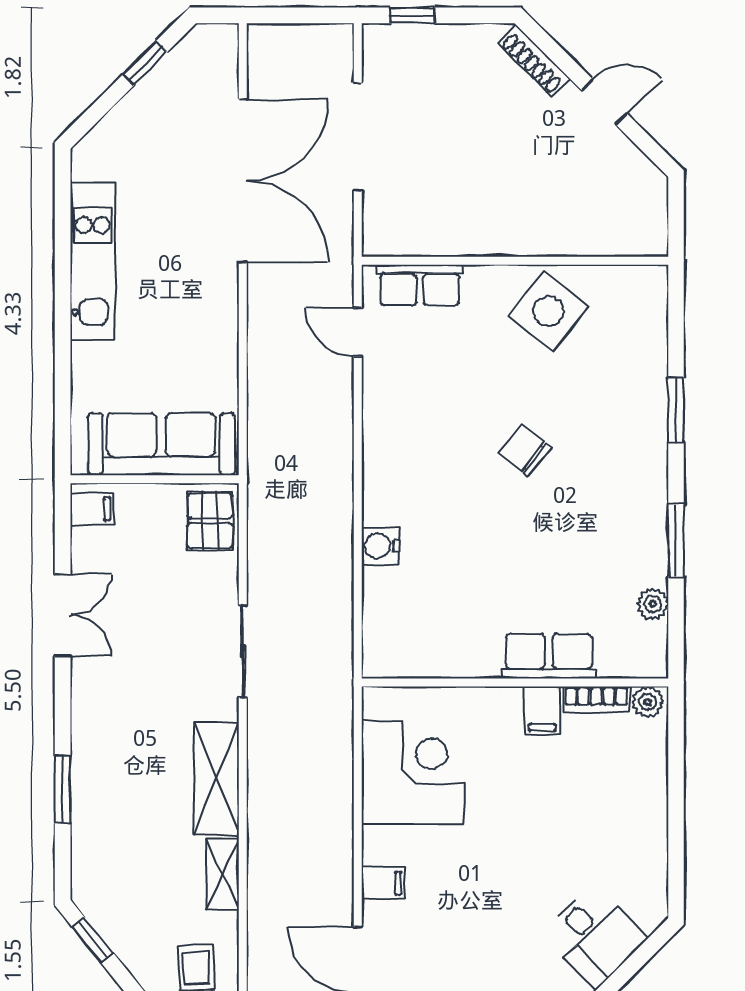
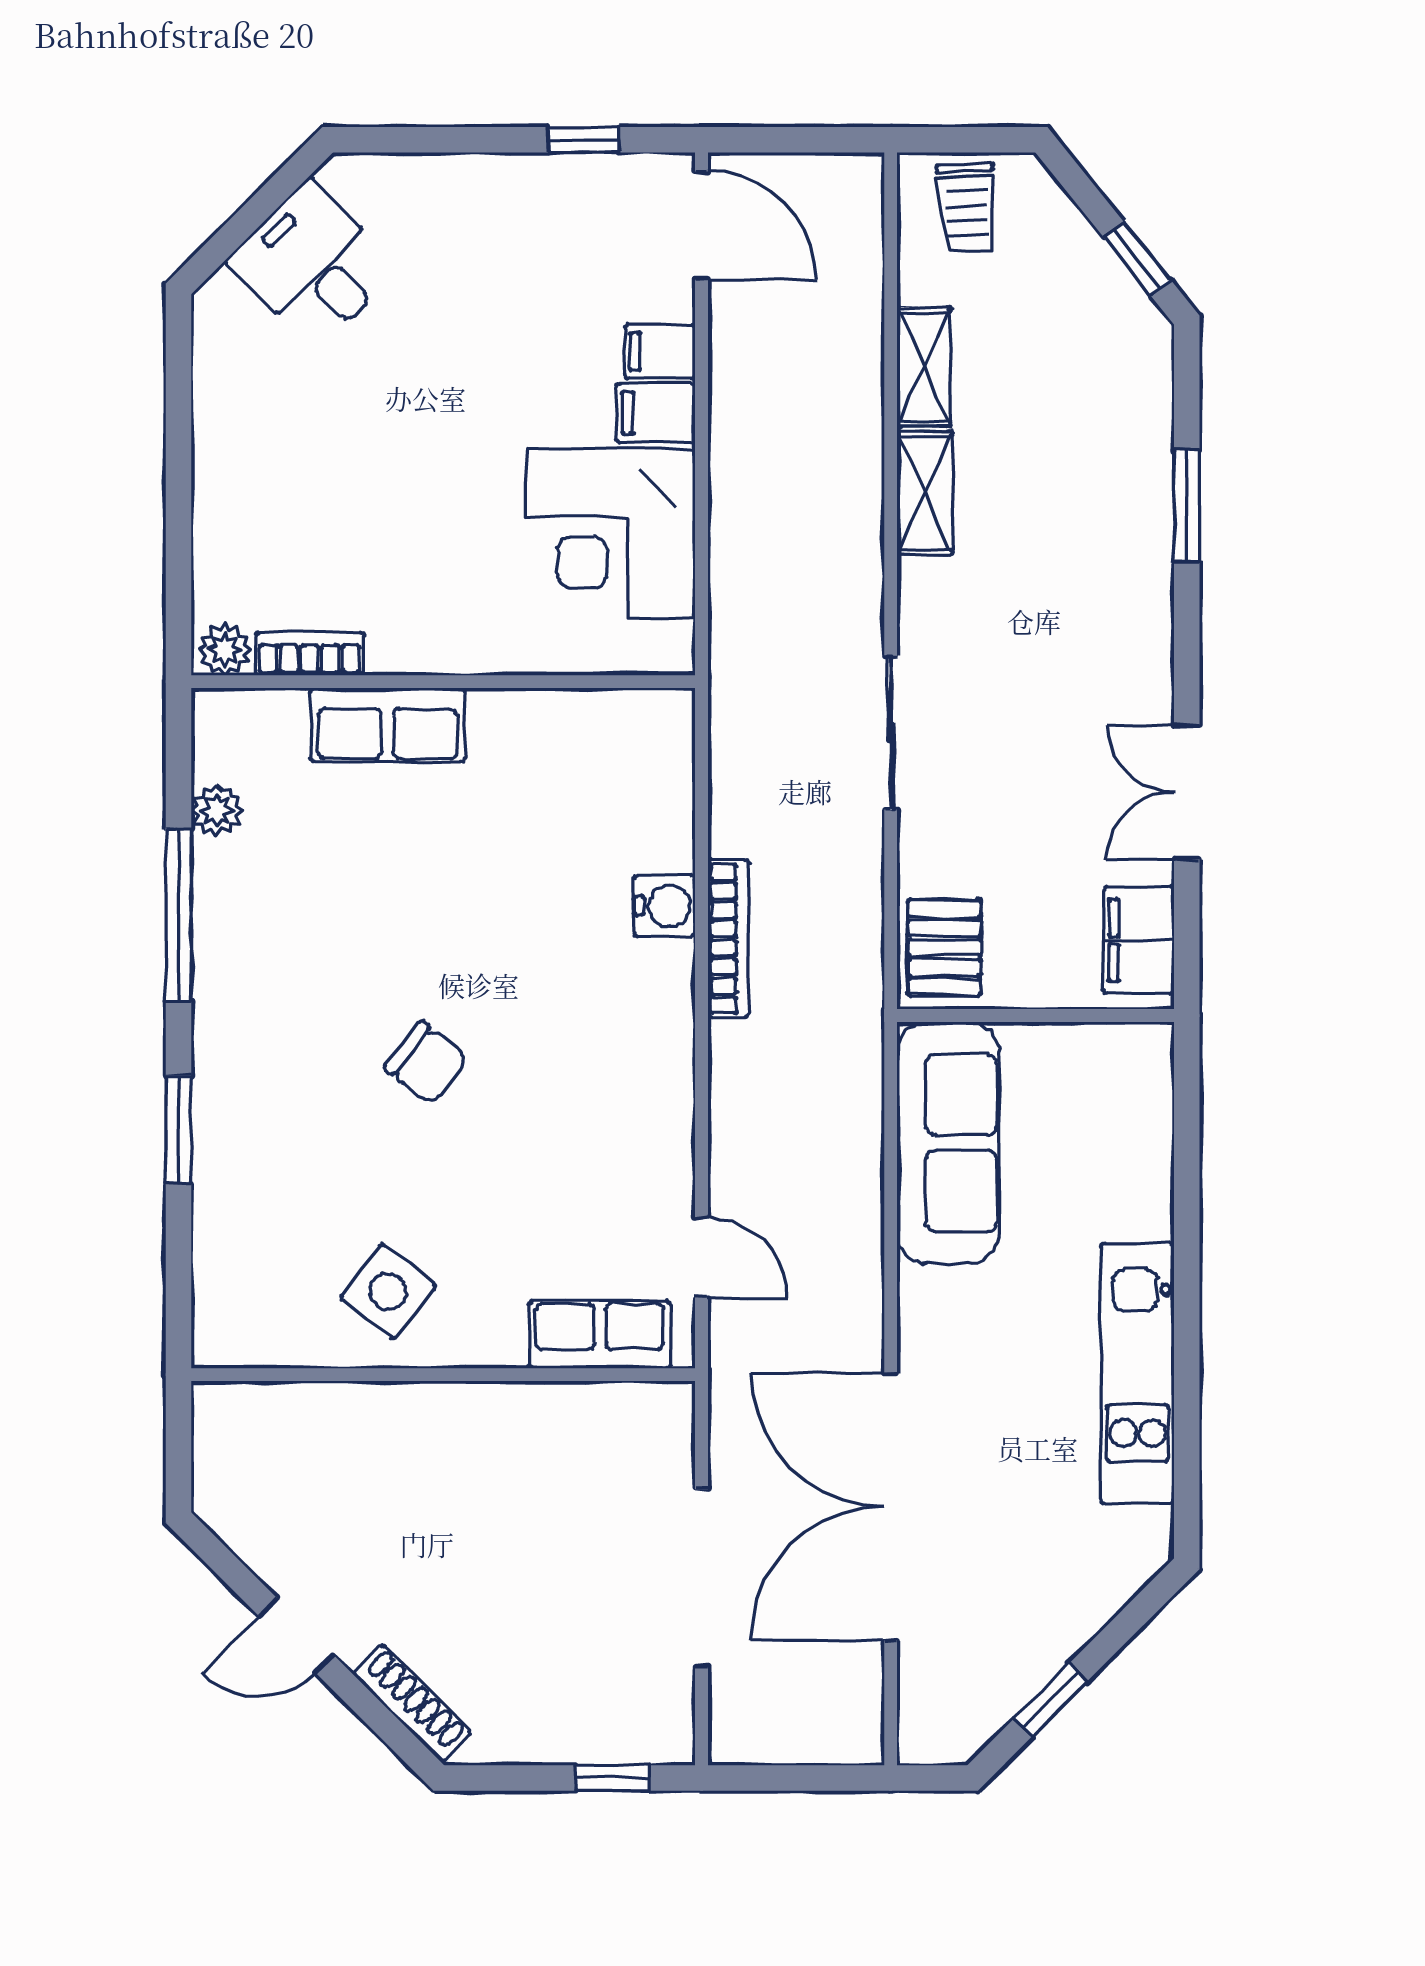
side table: (548, 311) -> (388, 1291), width x0.73, depth x0.73
sofa: (161, 444) -> (948, 1143), moved, turned -90
filing cabinet: (92, 509) -> (1139, 940), width x2.00
bookcase: (342, 526) -> (728, 938), added
window: (676, 541) -> (179, 915), width x1.44
filing cabinet: (542, 710) -> (656, 413), moved, turned -90
shelving: (216, 779) -> (925, 493), width x0.67, depth x0.75

